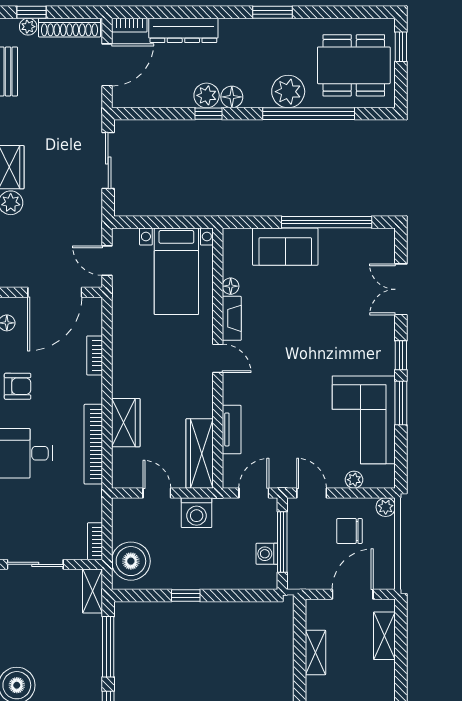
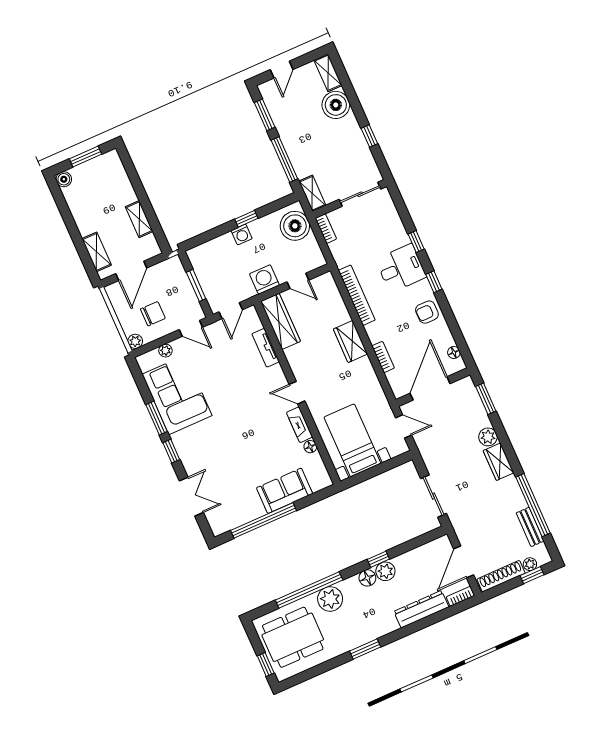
wardrobe: (126, 423) -> (350, 342), moved
window: (282, 542) -> (196, 285), width x0.69
washing machine: (267, 554) -> (242, 235), moved, turned 90

